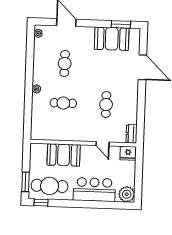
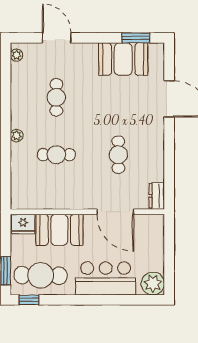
door: (103, 144) -> (115, 212), width x1.88
fridge: (128, 153) -> (23, 224), moved

